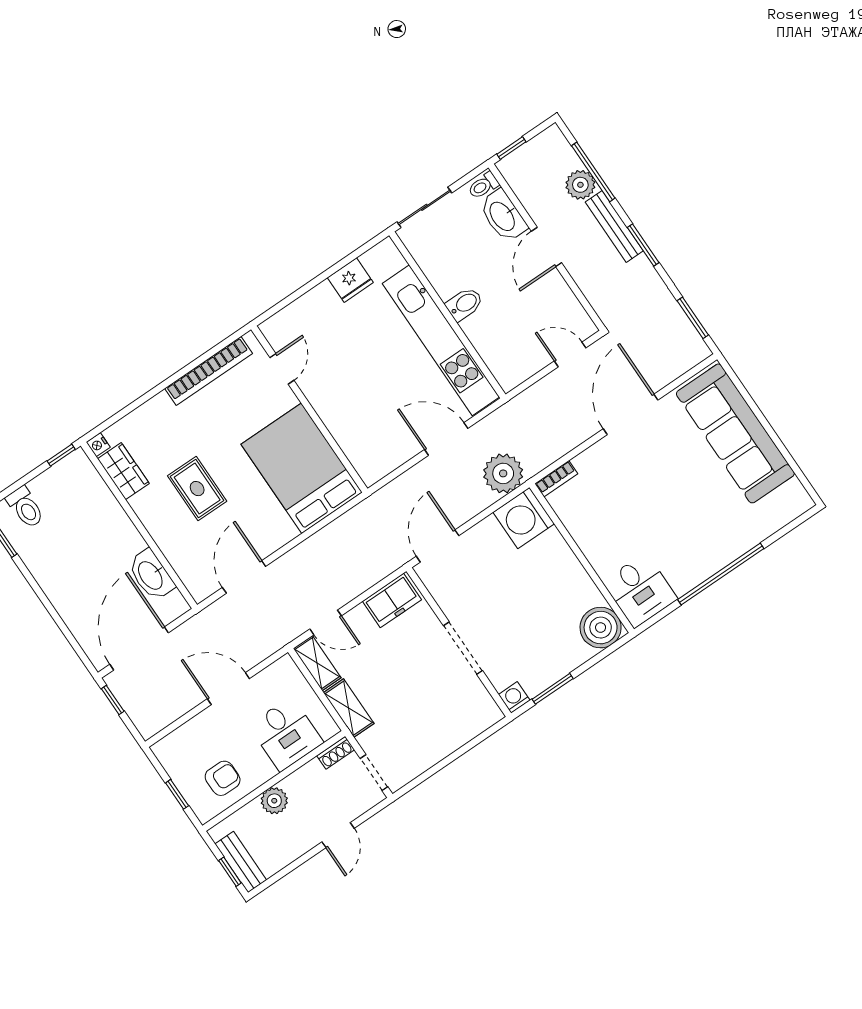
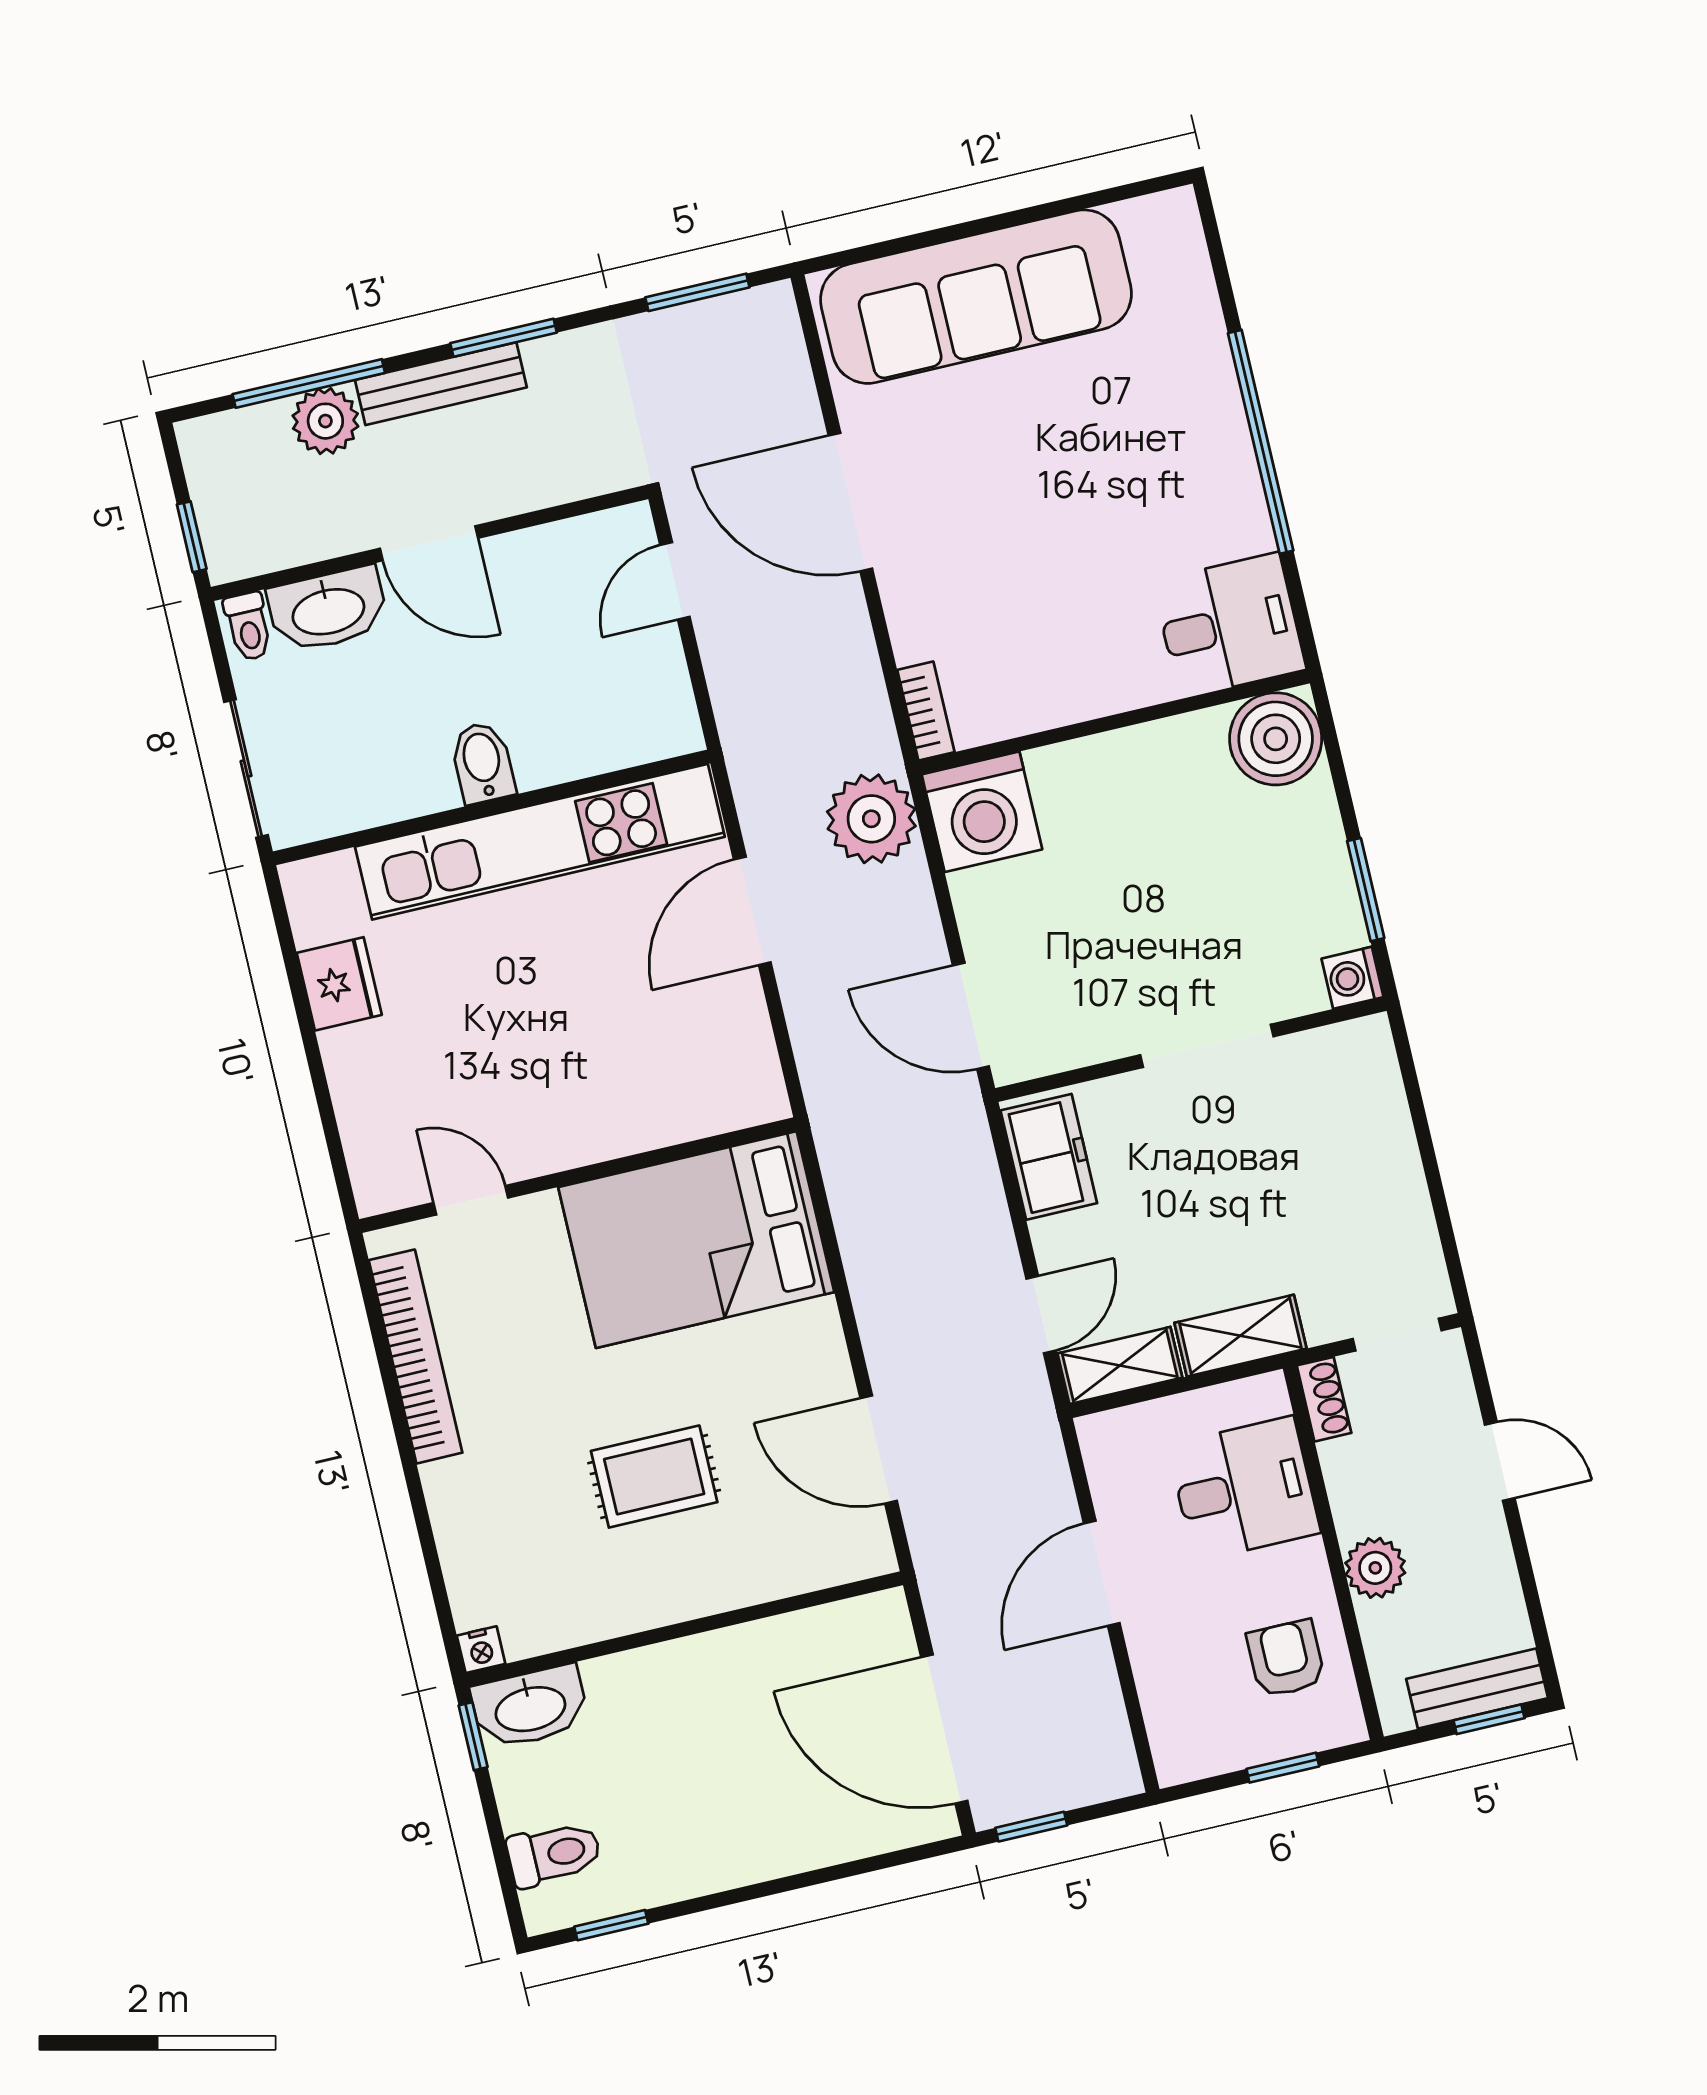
wardrobe: (123, 471) -> (557, 1618), removed
washbasin: (151, 575) -> (530, 1707), moved

